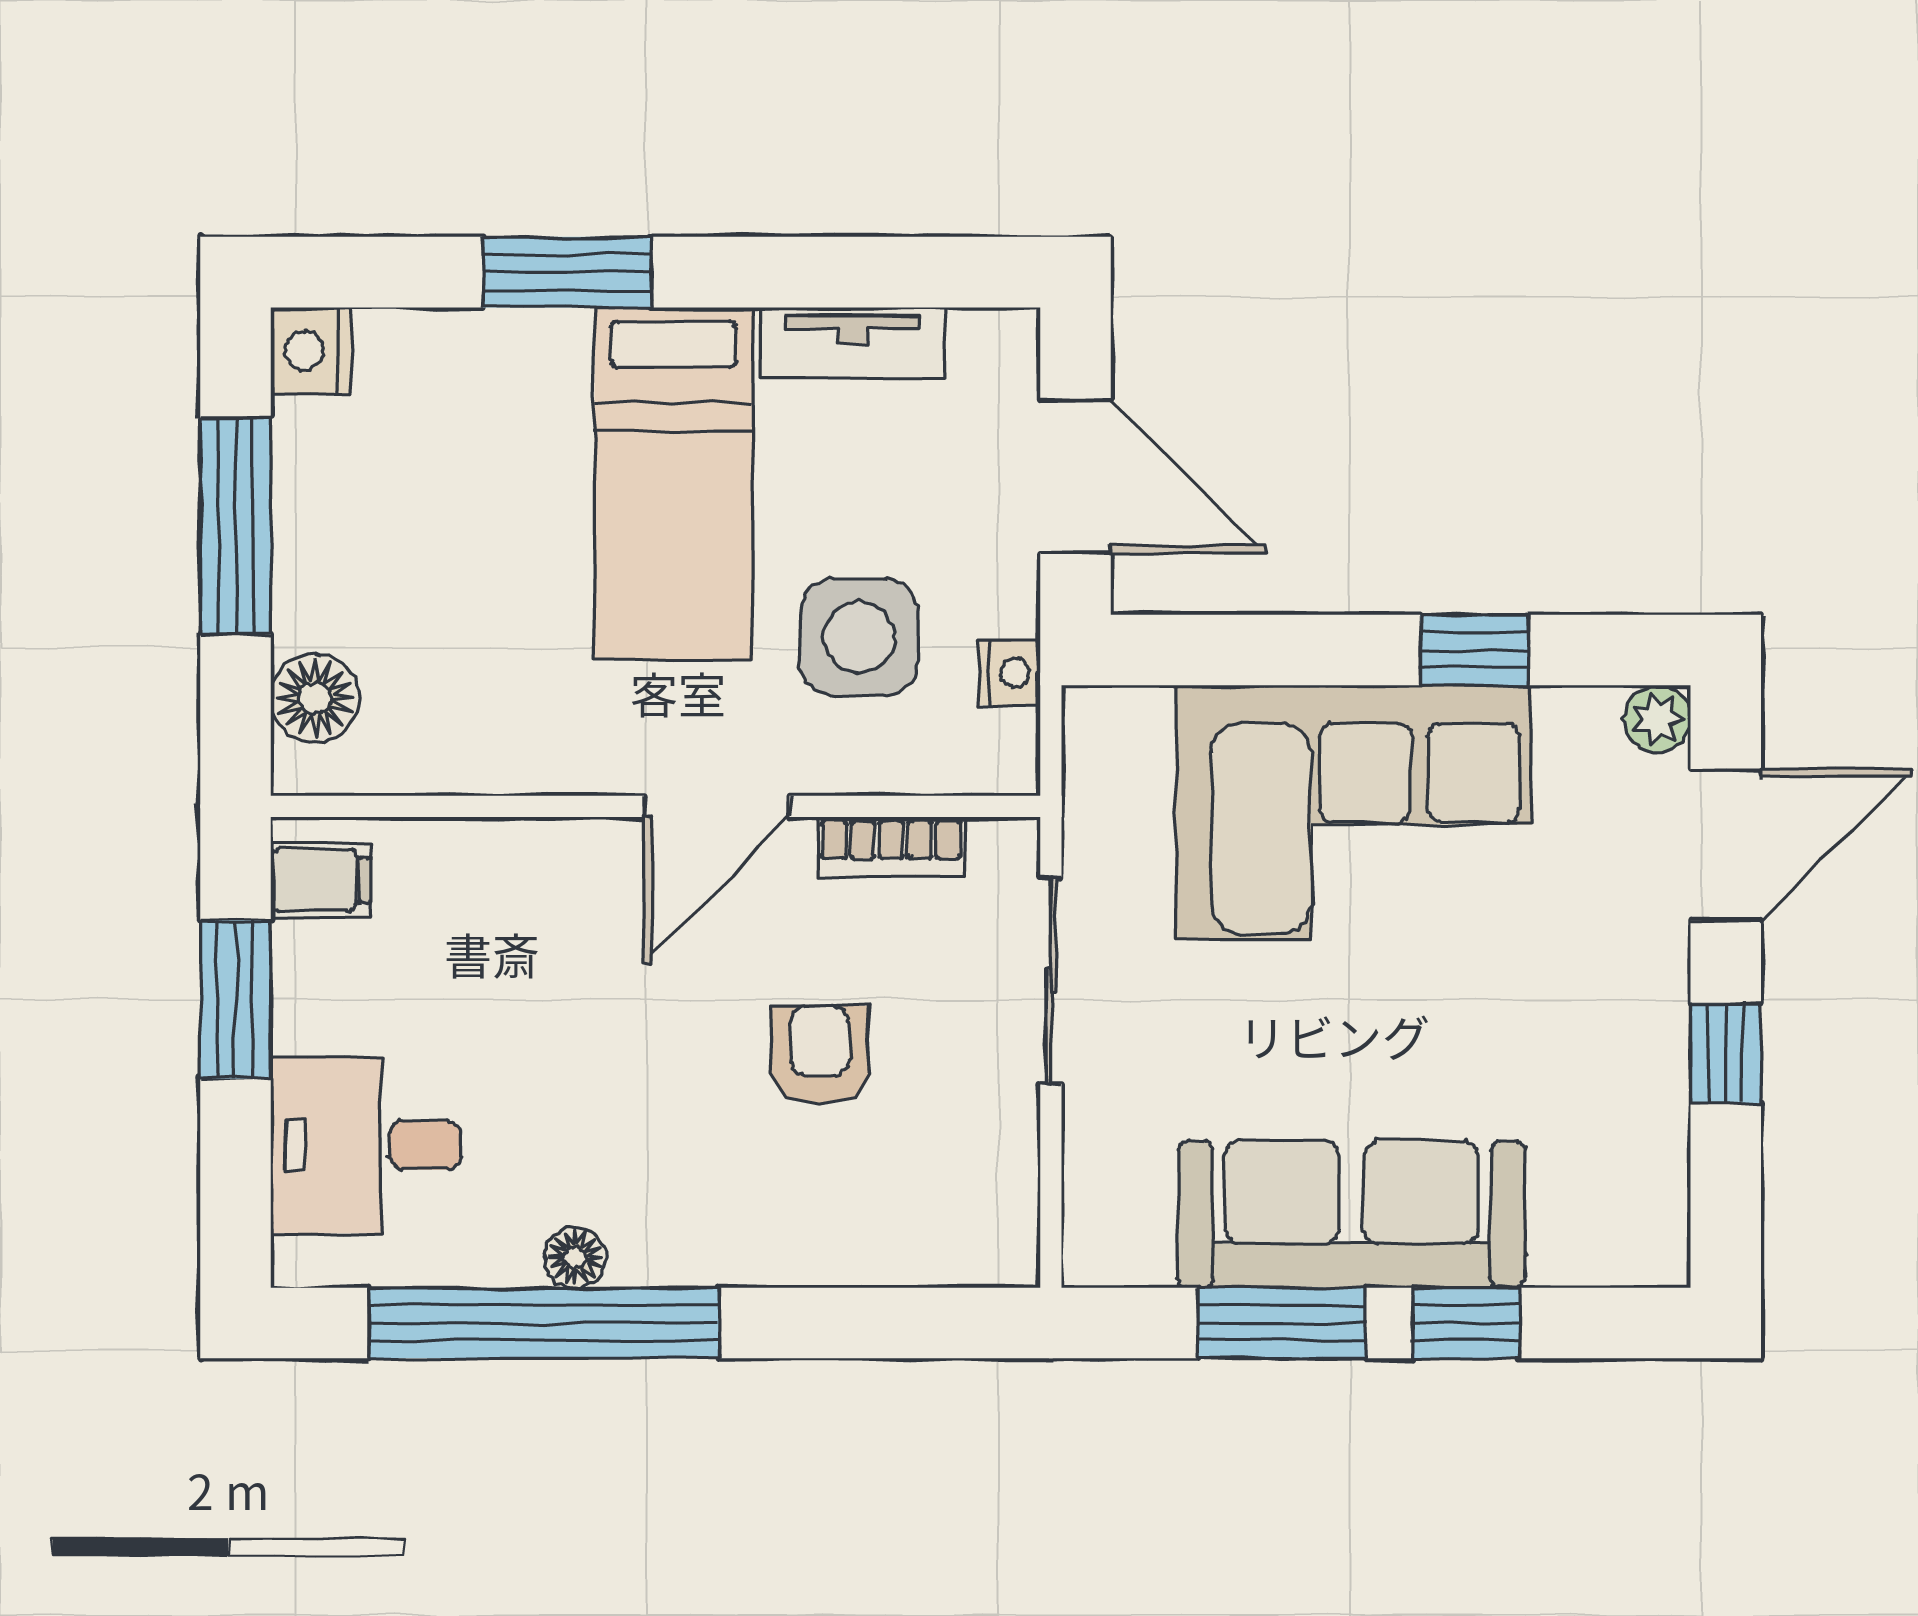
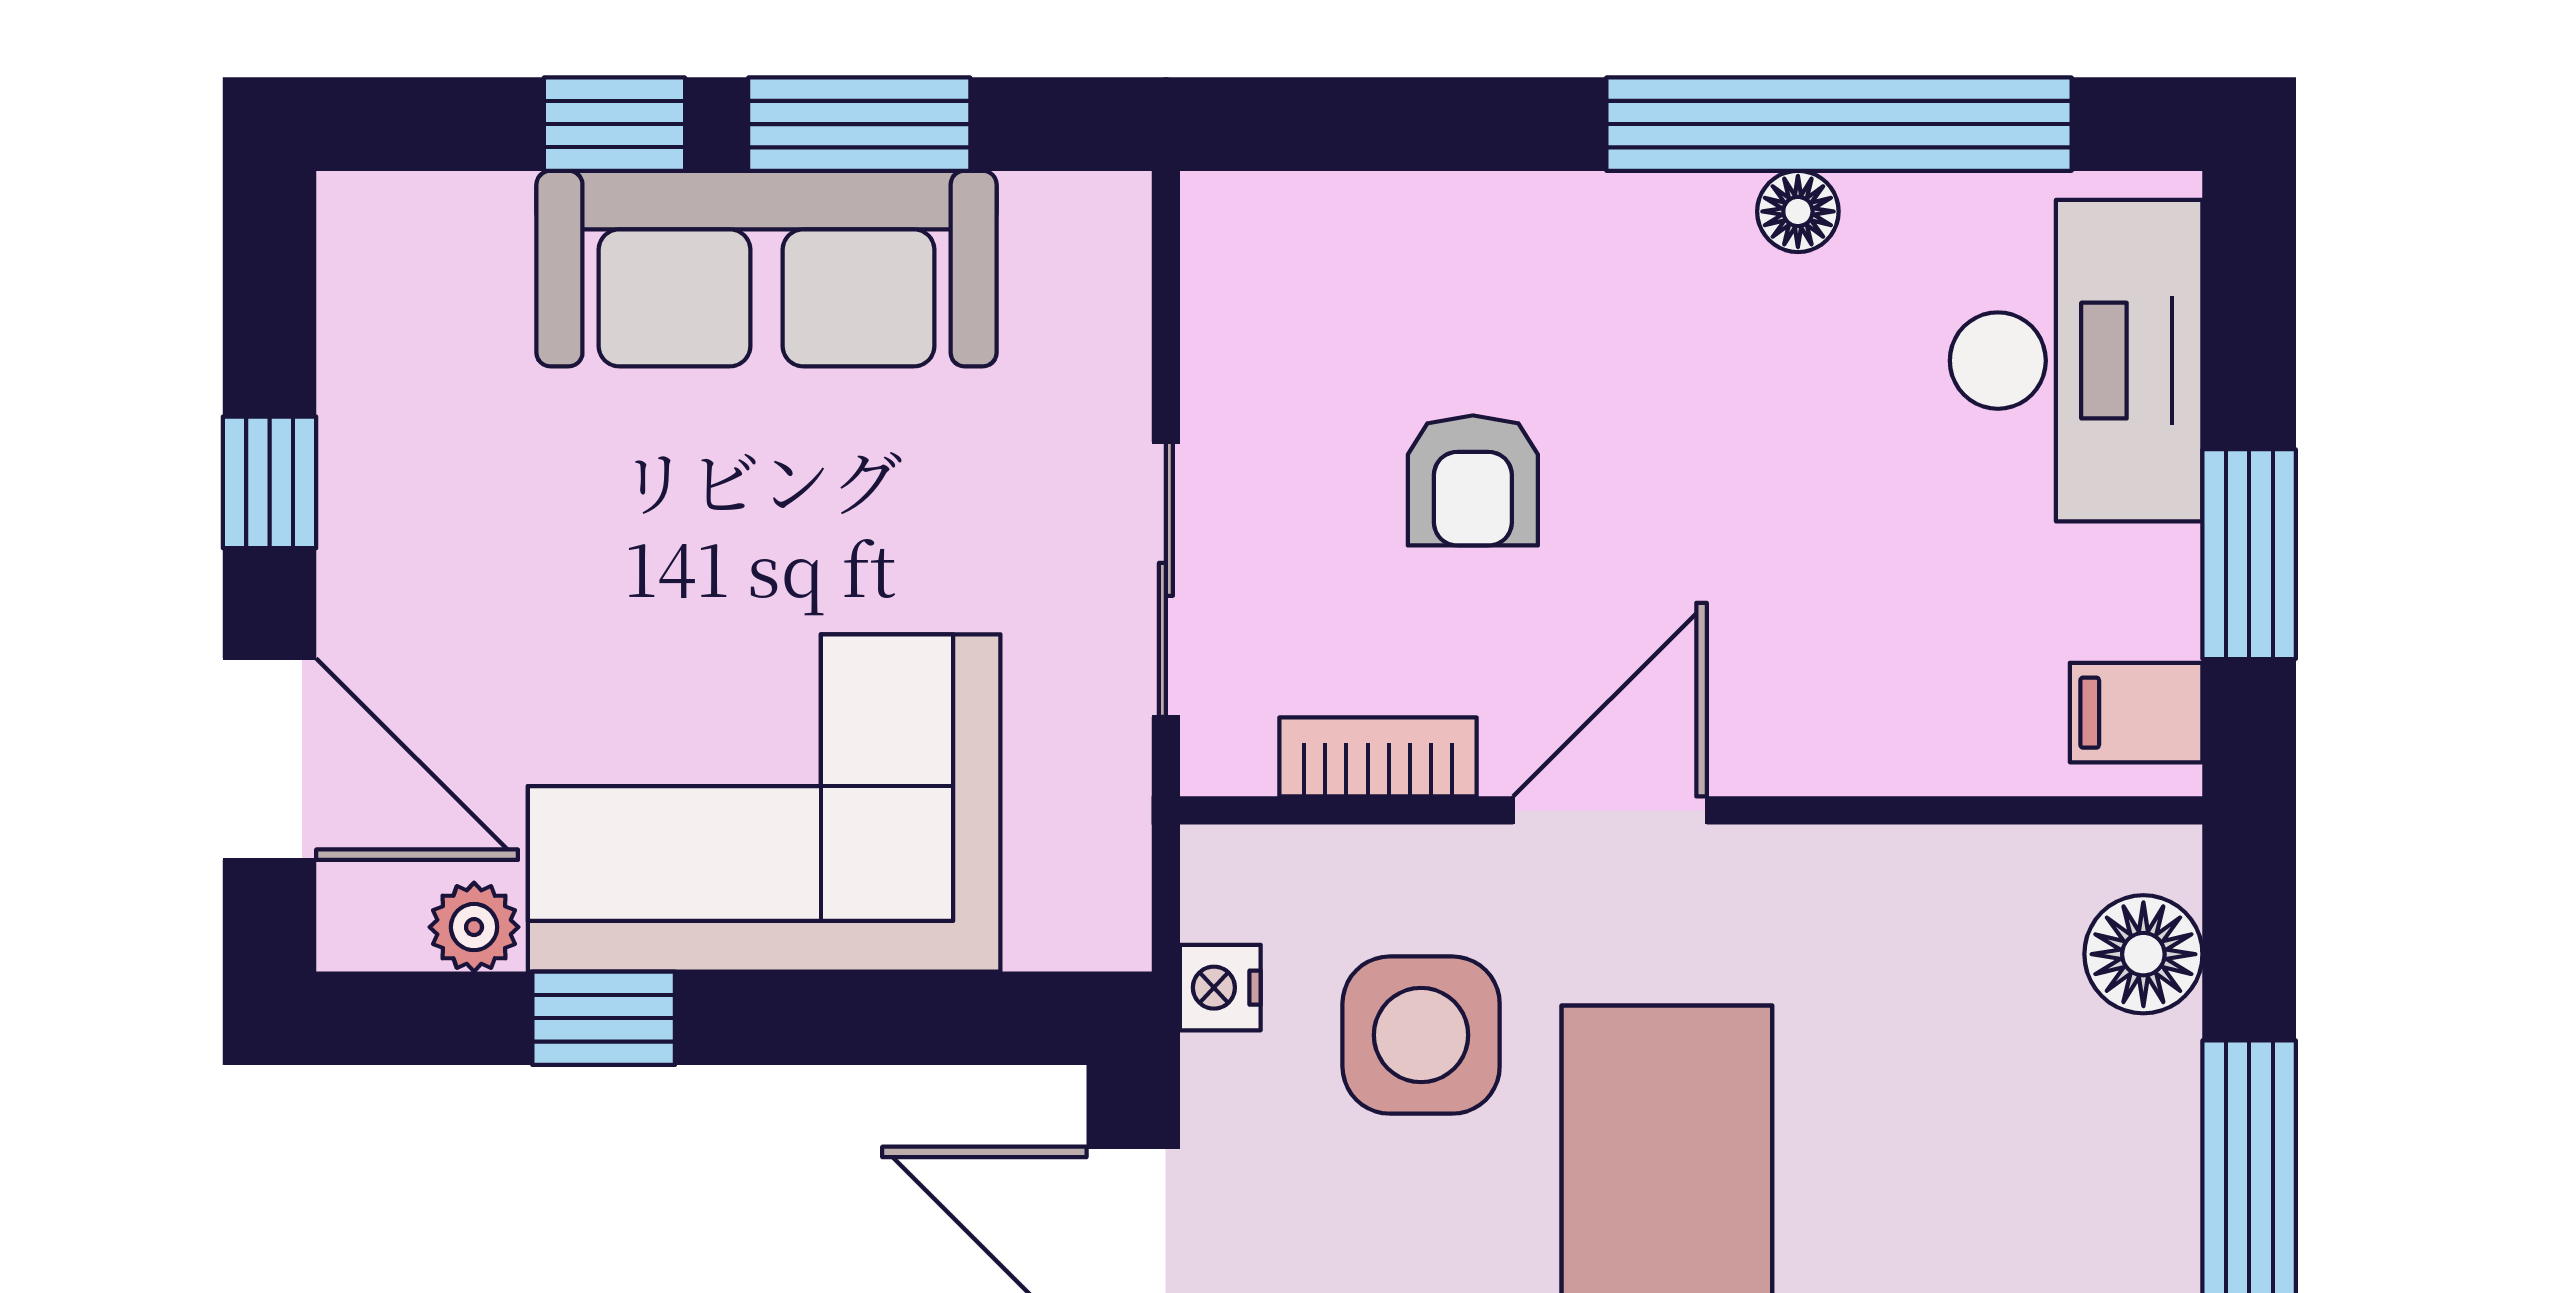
plant: (1657, 719) -> (474, 927), moved
door: (1726, 845) -> (270, 759), swing flipped
desk: (366, 1145) -> (2076, 361), width x1.37

